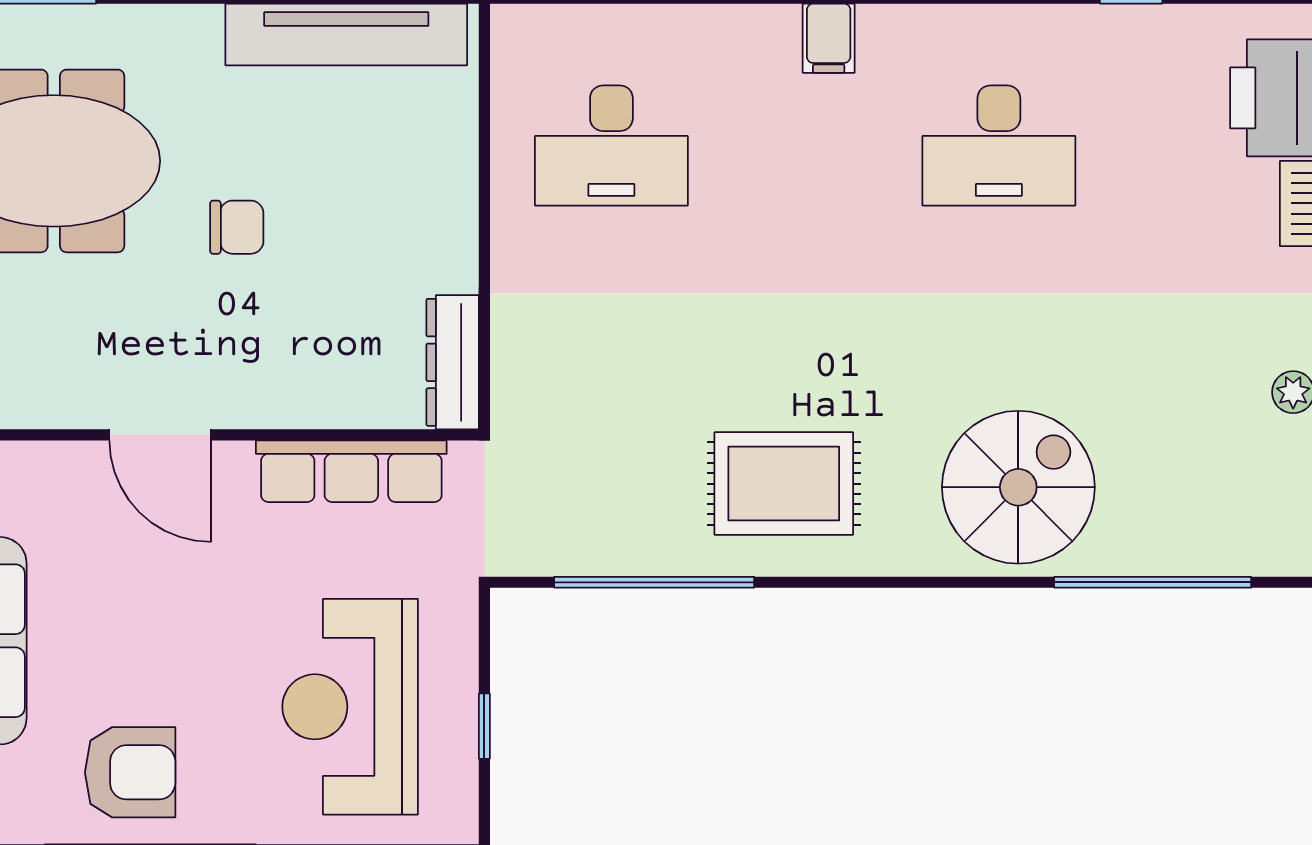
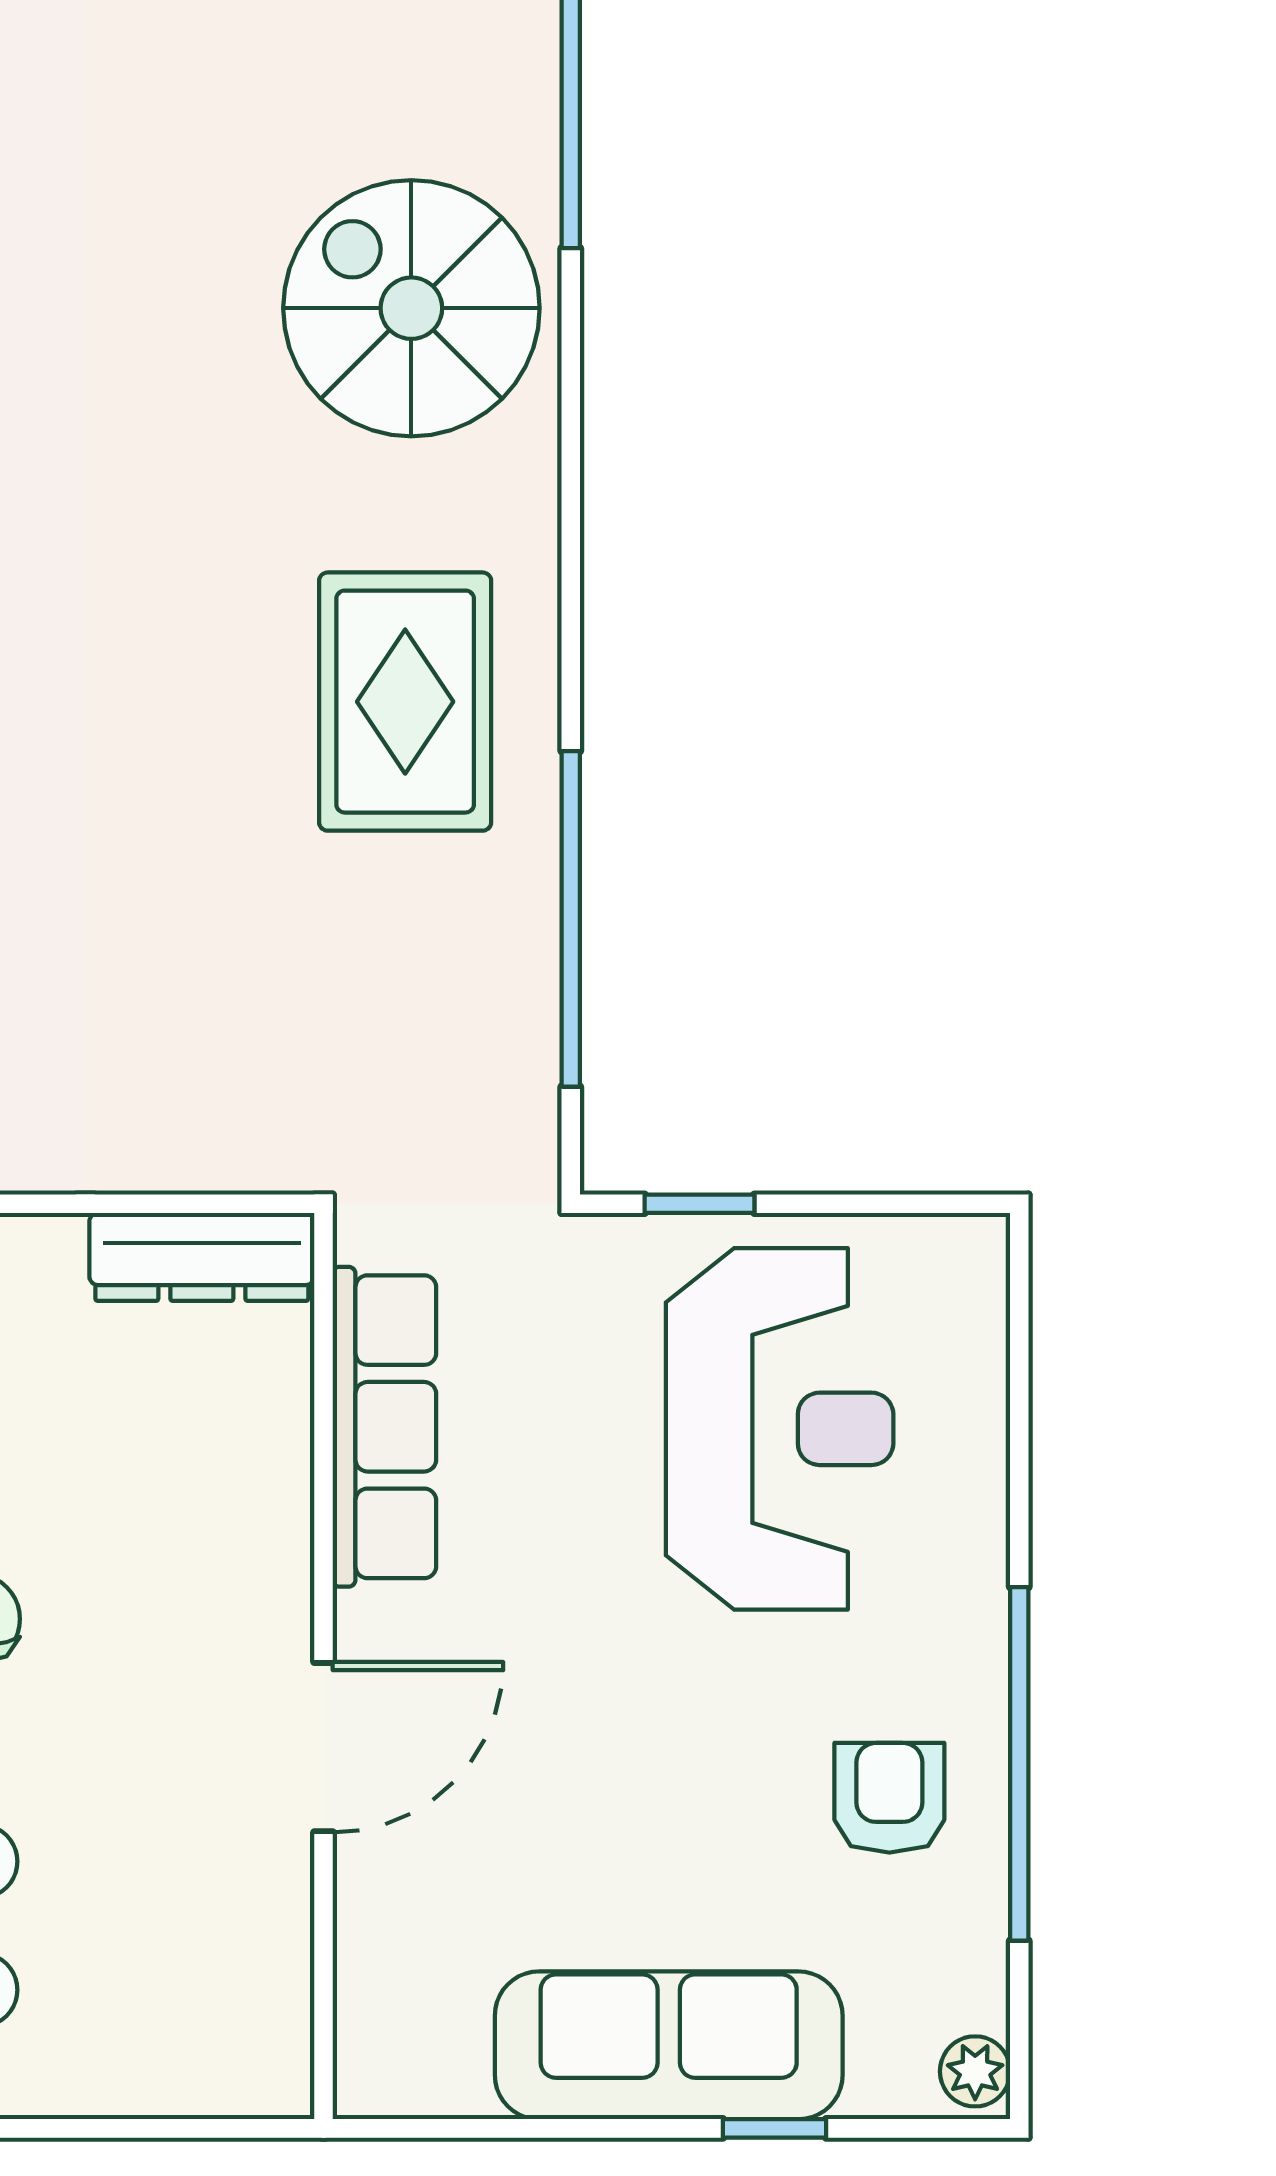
reception desk: (350, 707) -> (780, 1429), turned -90
window: (484, 726) -> (700, 1204), moved
armchair: (130, 772) -> (889, 1798), width x0.72, depth x0.72

